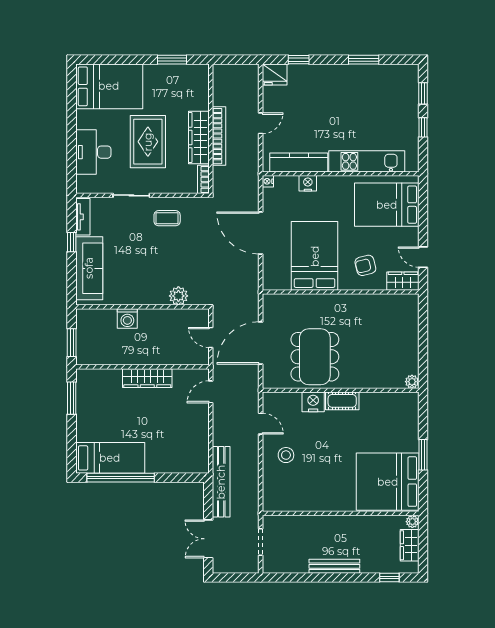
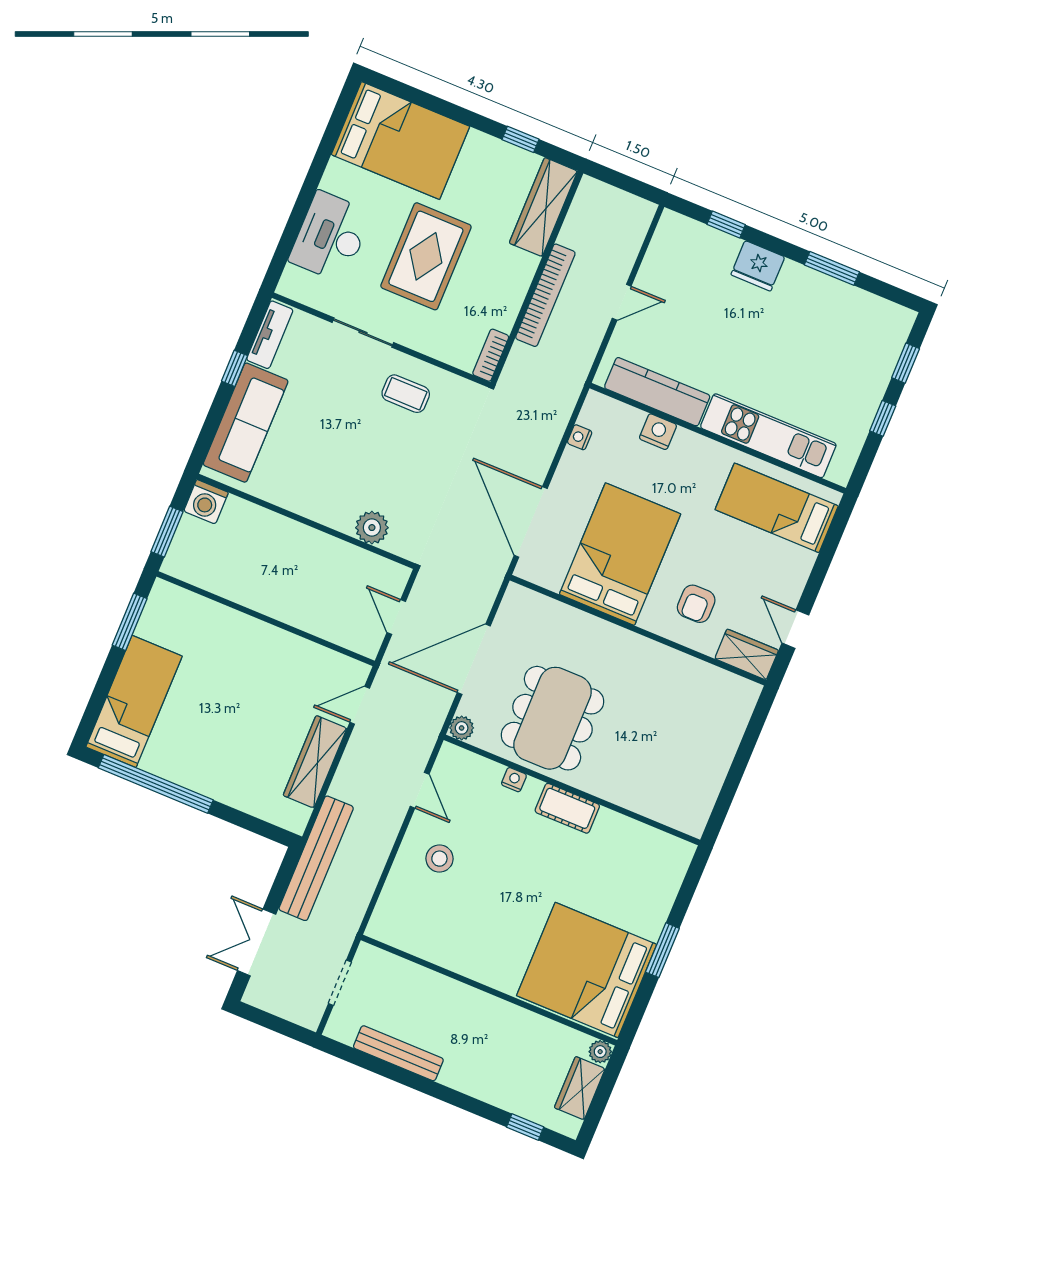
window: (172, 60) -> (521, 139), width x0.67
fridge: (275, 74) -> (758, 266), moved
wardrobe: (199, 137) -> (543, 207), moved
nightstand: (268, 181) -> (580, 437), moved
bed: (387, 205) -> (777, 508), width x0.67
door: (261, 233) -> (531, 522), moved
armchair: (365, 265) -> (696, 604), turned -76
washing machine: (127, 318) -> (206, 502), moved
wardrobe: (147, 378) -> (315, 762), moved, turned 90
plant: (412, 382) -> (462, 728), moved
nightstand: (313, 402) -> (514, 780), width x0.53, depth x0.56
bed: (110, 458) -> (134, 701), moved, turned -90
bench: (334, 566) -> (398, 1053), moved

